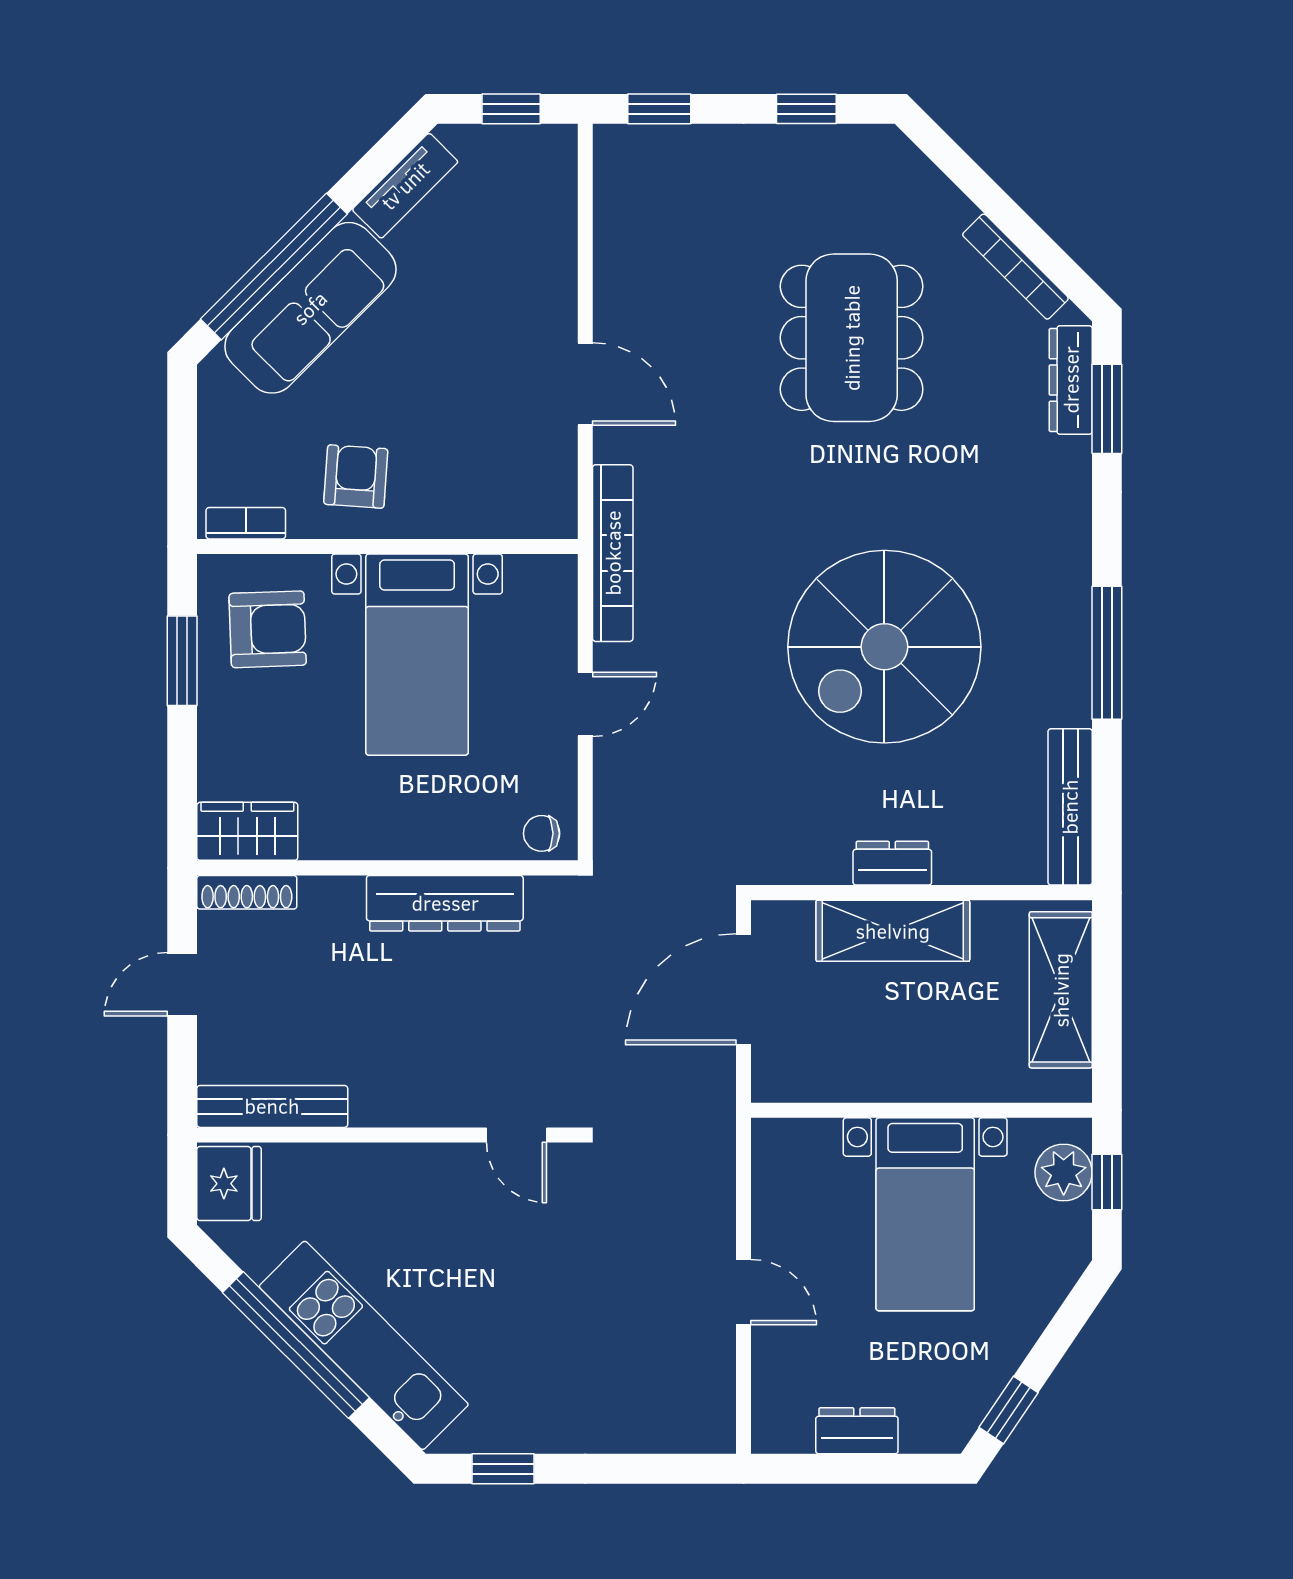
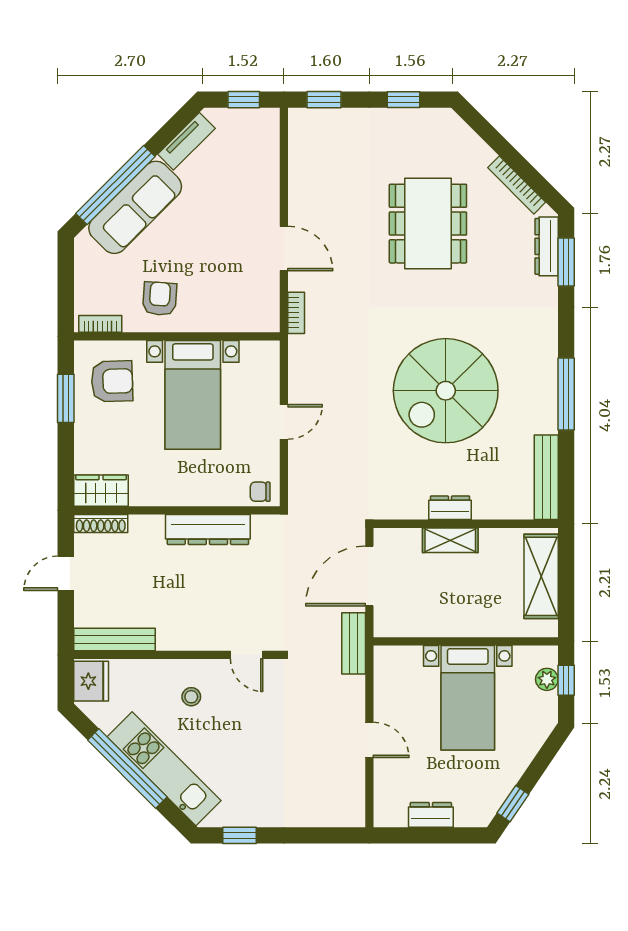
bookcase: (613, 553) -> (296, 313), width x0.43, depth x0.76
shelving: (893, 931) -> (450, 540), width x0.67, depth x0.75
bench: (714, 1114) -> (354, 643), added
plant: (1064, 1172) -> (547, 679), width x0.73, depth x0.73
stool: (414, 1212) -> (191, 697), added

